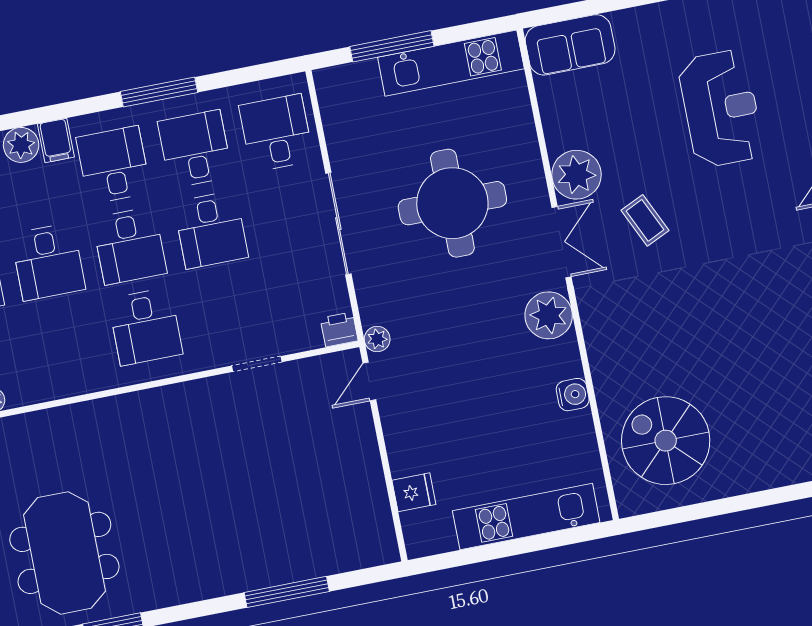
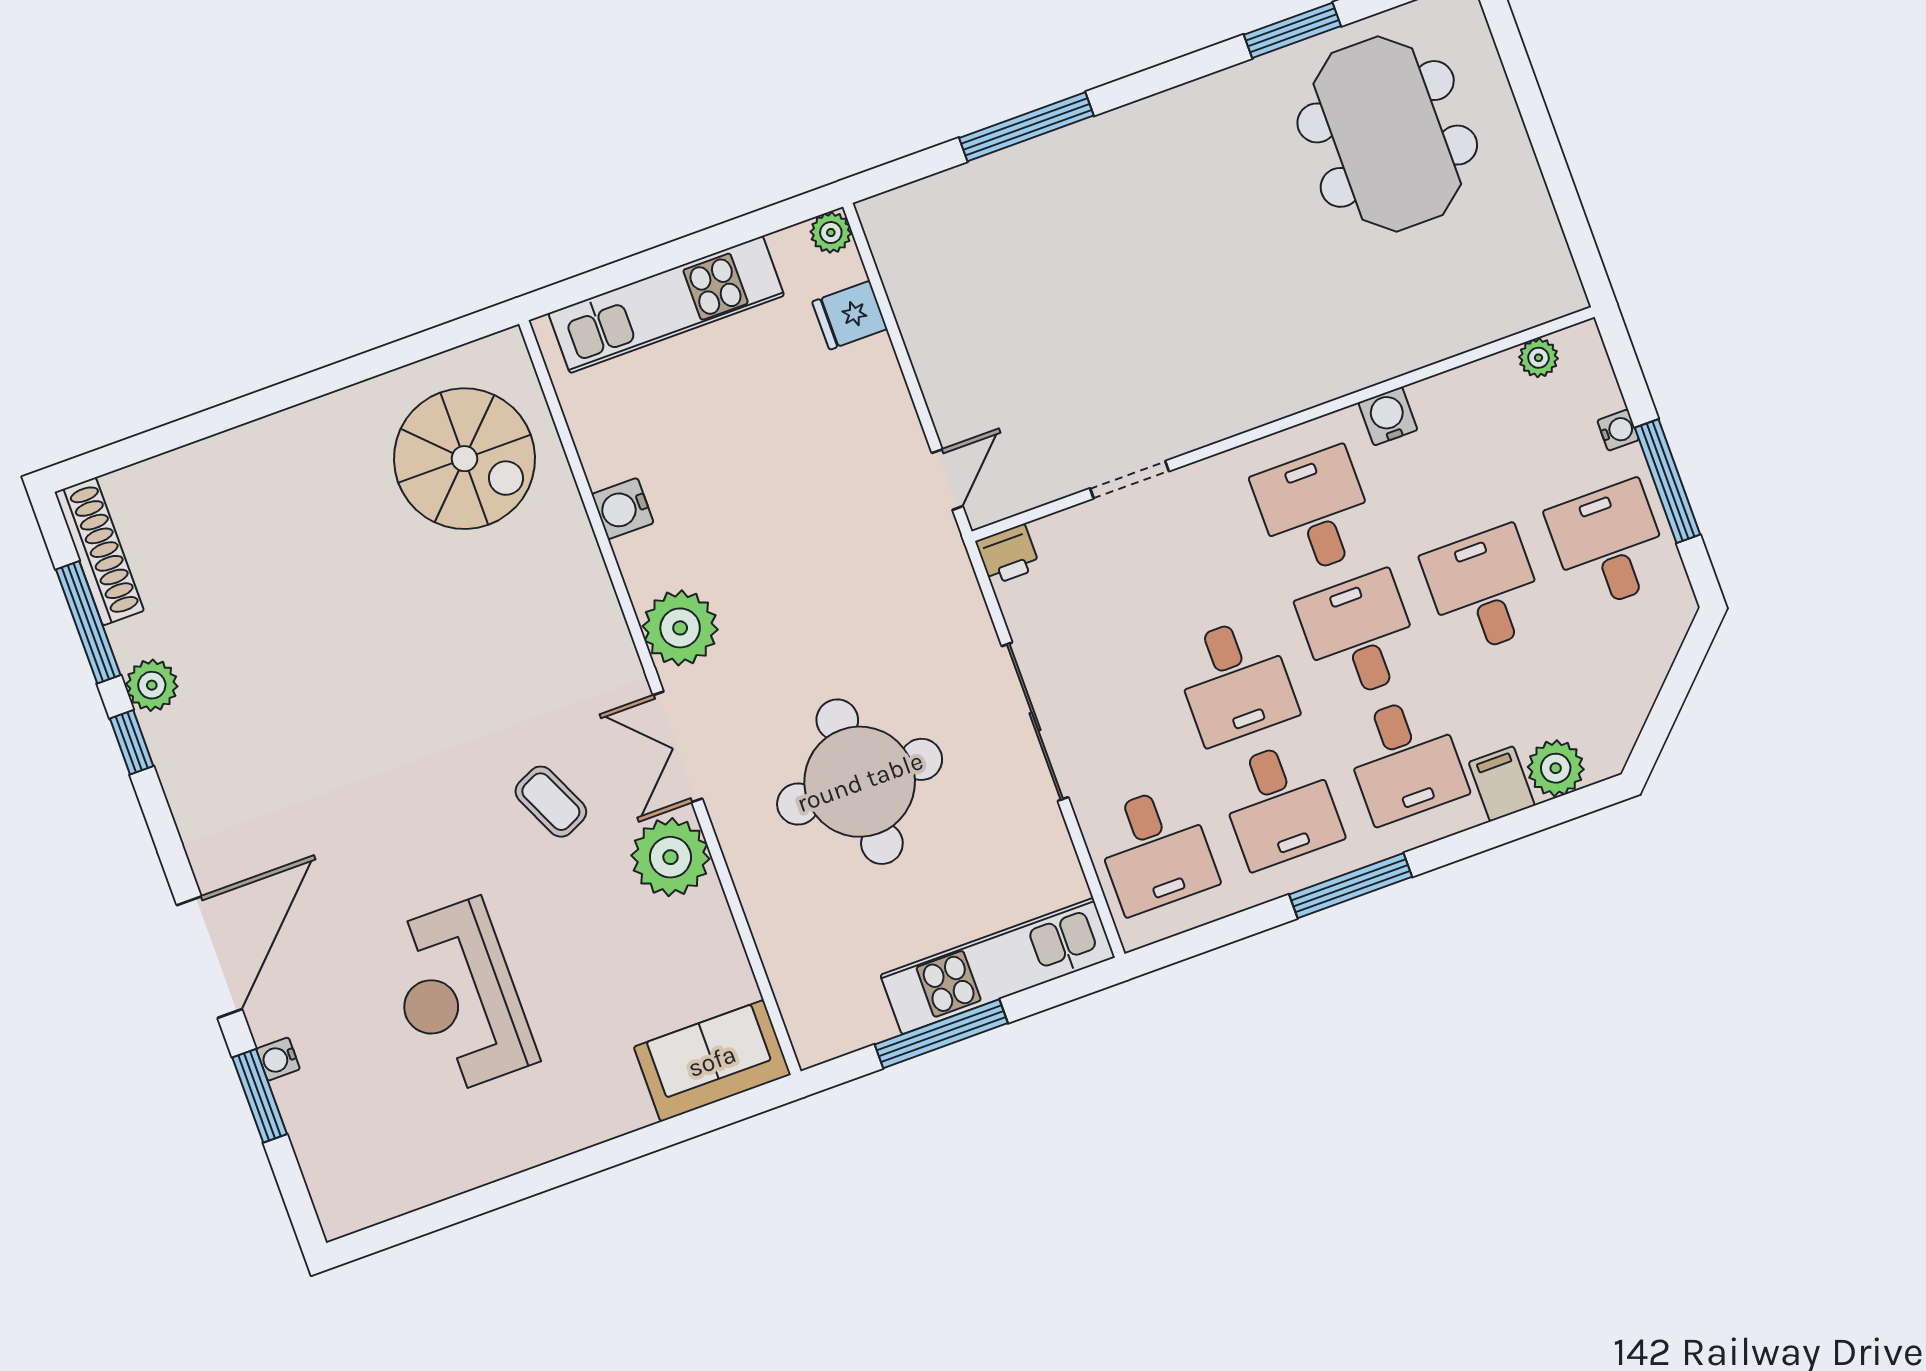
window: (392, 46) -> (941, 1034), moved
kitchen unit: (451, 63) -> (998, 966), moved
desk: (211, 230) -> (1235, 681), turned 180
plant: (377, 339) -> (831, 233), moved
water cooler: (91, 378) -> (1388, 416), added

